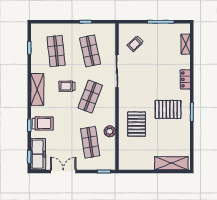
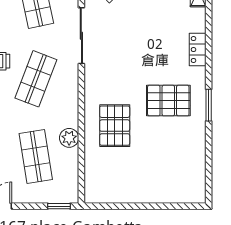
shelving: (171, 163) -> (174, 192), removed

